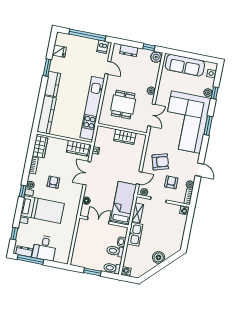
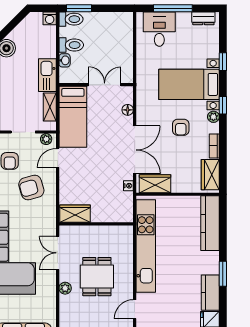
window: (47, 68) -> (223, 274), moved
door: (108, 68) -> (135, 309), hinge flipped
kitchen counter: (53, 84) -> (210, 293), moved
dining table: (123, 105) -> (97, 277), moved
wardrobe: (125, 137) -> (75, 214), moved
double door: (87, 173) -> (135, 150), width x1.37
double door: (98, 220) -> (105, 85), swing flipped
window: (14, 234) -> (223, 62), moved
desk: (44, 248) -> (159, 29), moved
window: (30, 260) -> (173, 8), moved
window: (92, 272) -> (79, 8), moved

